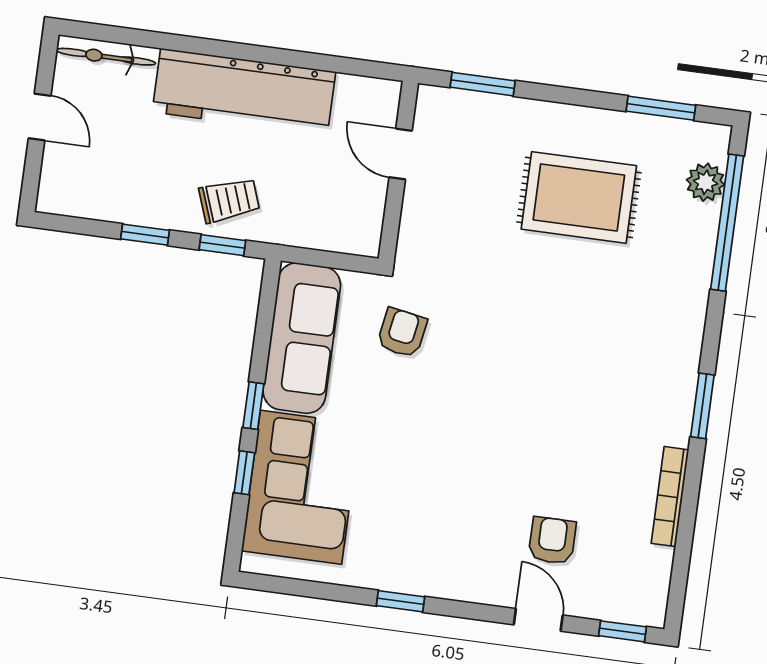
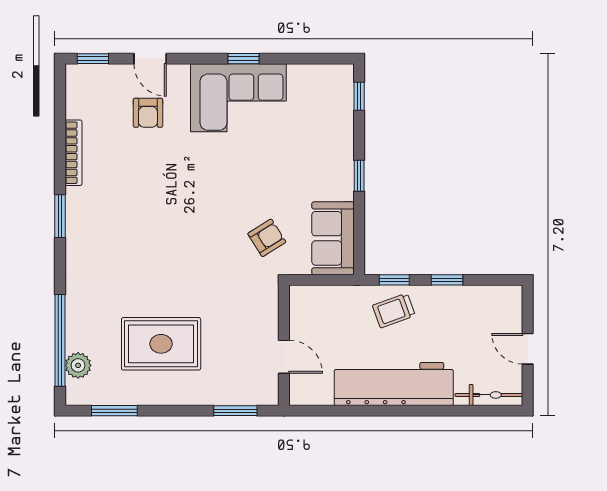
armchair: (402, 333) -> (267, 238), turned -132
sofa: (302, 338) -> (333, 238), width x0.73
window: (244, 473) -> (359, 96), moved
corner sofa: (301, 487) -> (238, 98), moved, turned -90

